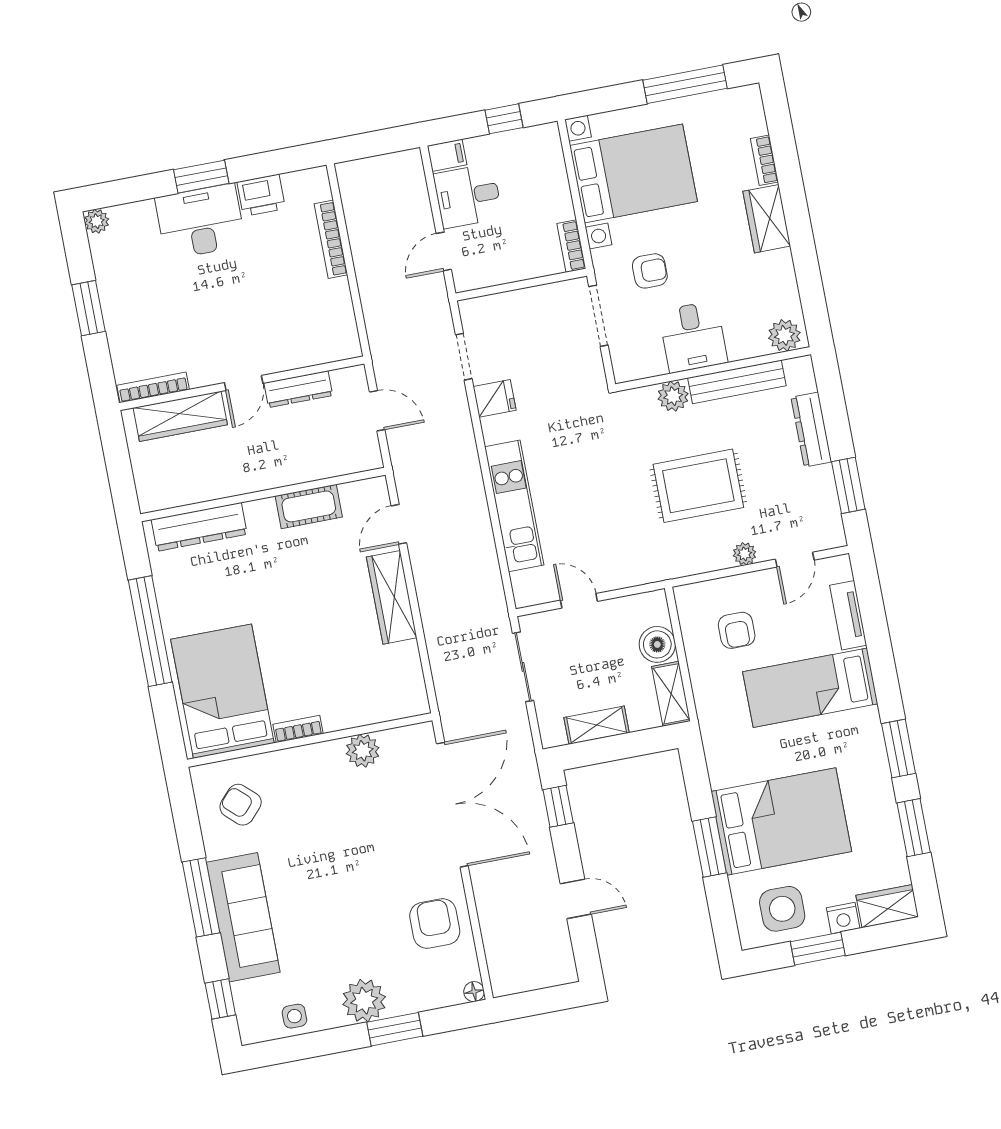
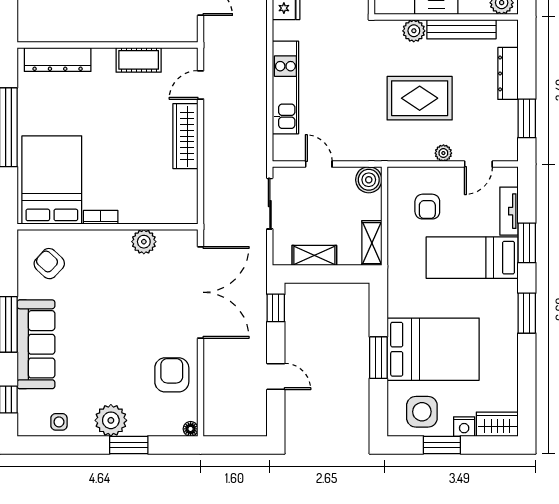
boiler: (657, 644) -> (369, 180), moved
window: (914, 828) -> (527, 243), moved

